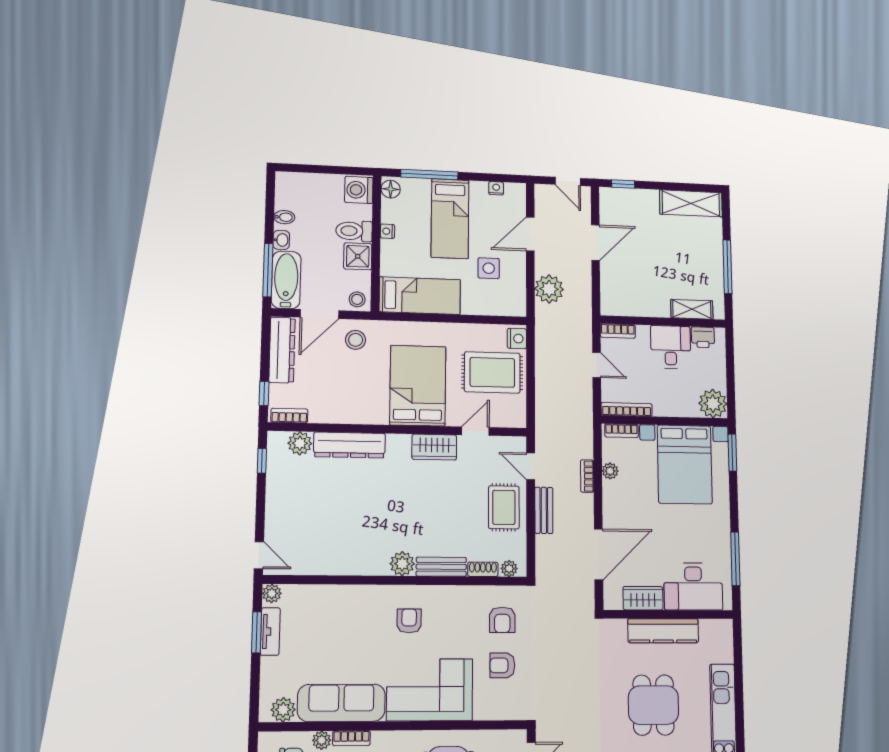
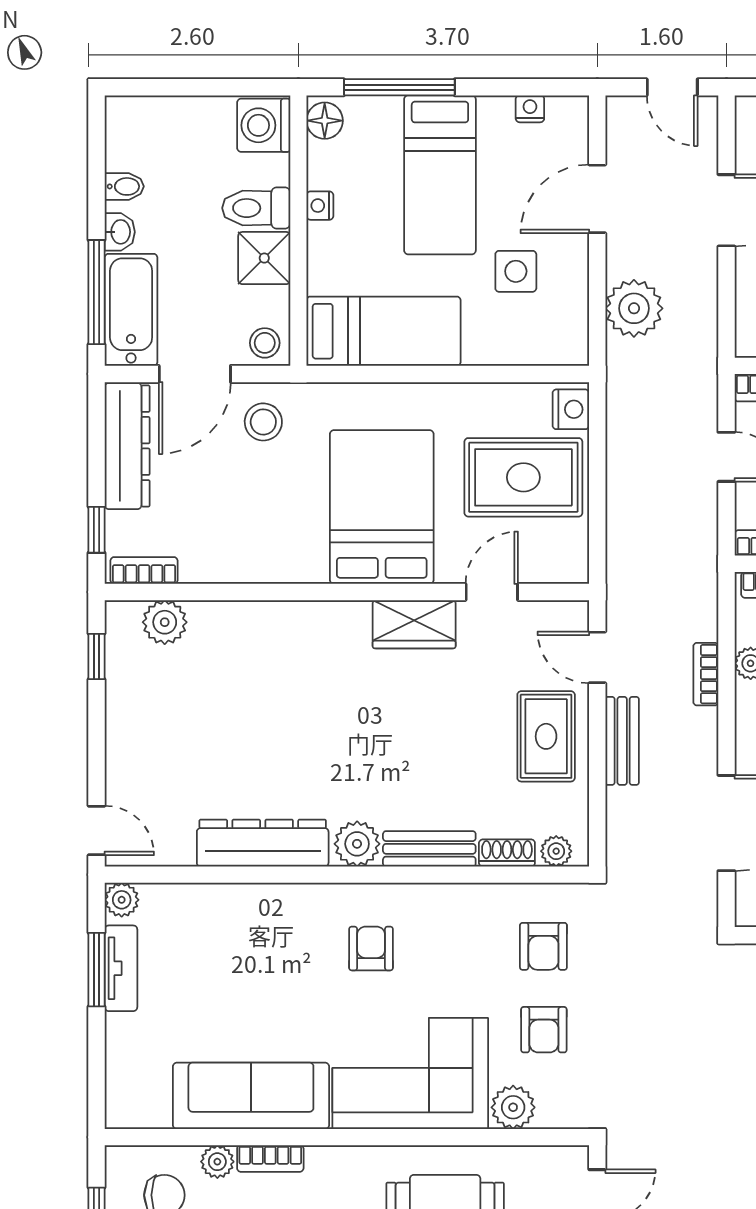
dresser: (349, 445) -> (263, 843), moved, turned 180
armchair: (502, 665) -> (544, 1030), turned -90
plant: (283, 710) -> (513, 1107), moved

